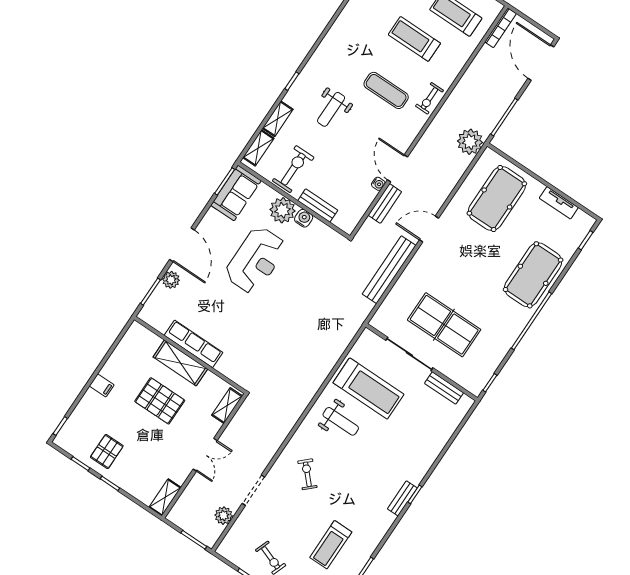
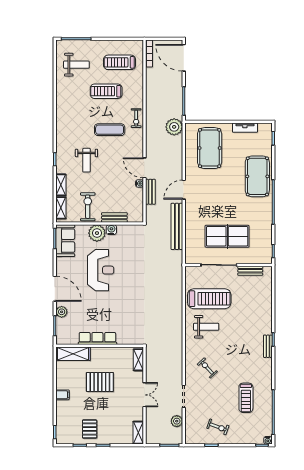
shelving: (180, 363) -> (73, 354), moved

